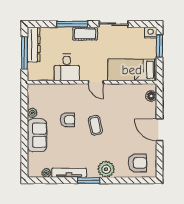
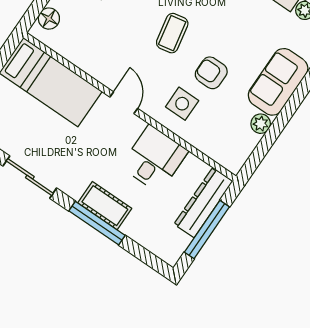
cot: (85, 34) -> (105, 206), moved
dresser: (34, 45) -> (203, 203), moved
side table: (71, 99) -> (182, 104), added

